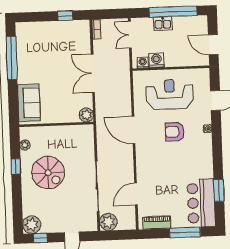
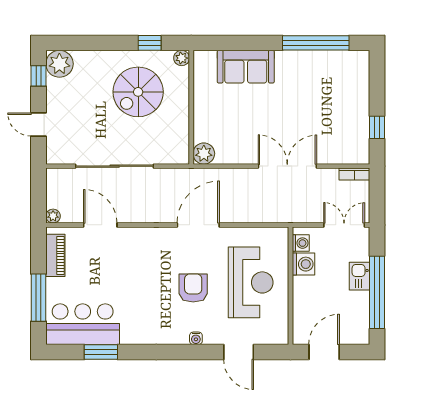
plant: (86, 115) -> (204, 154), moved
wall: (56, 124) -> (191, 107), moved
plant: (108, 222) -> (53, 216), moved, width x0.53, depth x0.53

